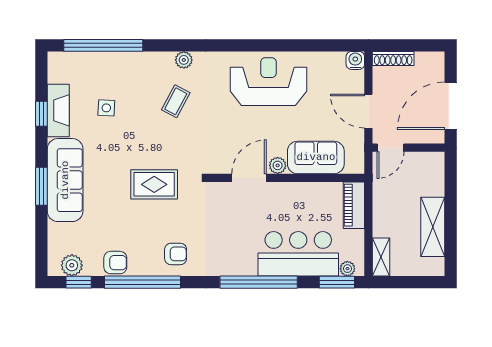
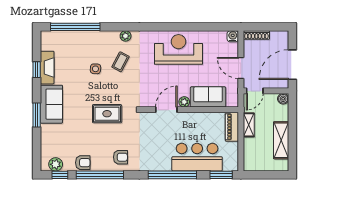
side table: (106, 108) -> (95, 69), moved
boiler: (436, 160) -> (283, 99), added
sofa: (65, 180) -> (51, 104), width x0.73
shelving: (381, 257) -> (249, 125), moved
plant: (347, 269) -> (228, 166), removed

